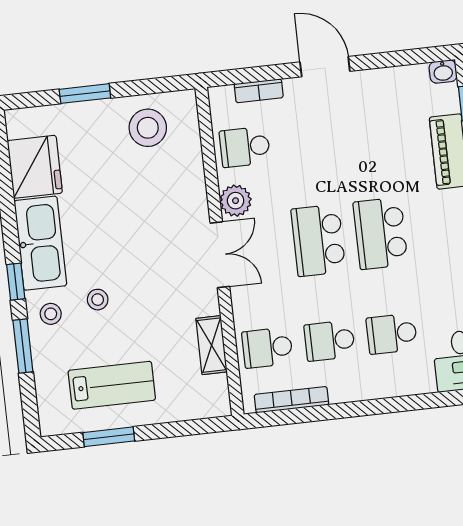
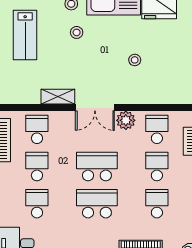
stool: (148, 128) -> (135, 60), moved, width x0.53, depth x0.53
school desk: (369, 133) -> (157, 204), added
school desk: (307, 140) -> (157, 167), added
shelving: (212, 345) -> (58, 97), moved

